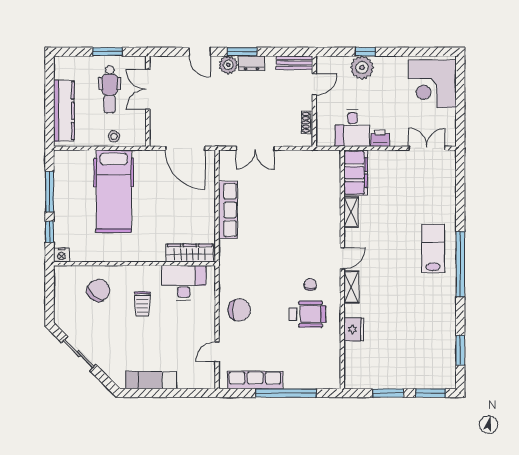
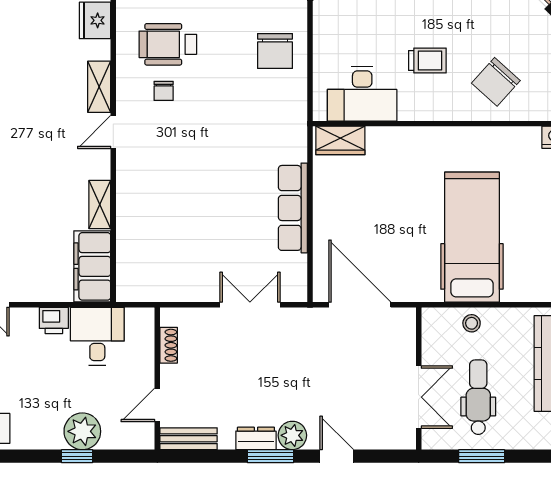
wardrobe: (190, 253) -> (340, 140), width x0.67
trolley: (142, 304) -> (427, 61), turned 90
chair: (239, 310) -> (275, 51), turned -90

